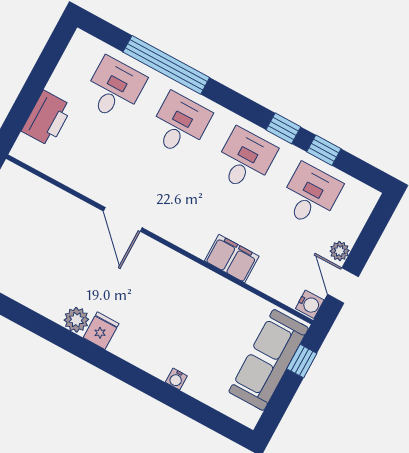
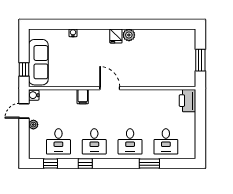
window: (166, 65) -> (149, 164), width x0.47
printer: (47, 118) -> (188, 101), moved
window: (324, 150) -> (51, 164), moved
door: (123, 219) -> (110, 88), moved
filing cabinet: (232, 259) -> (83, 97), width x0.50
door: (343, 285) -> (24, 111), swing flipped

